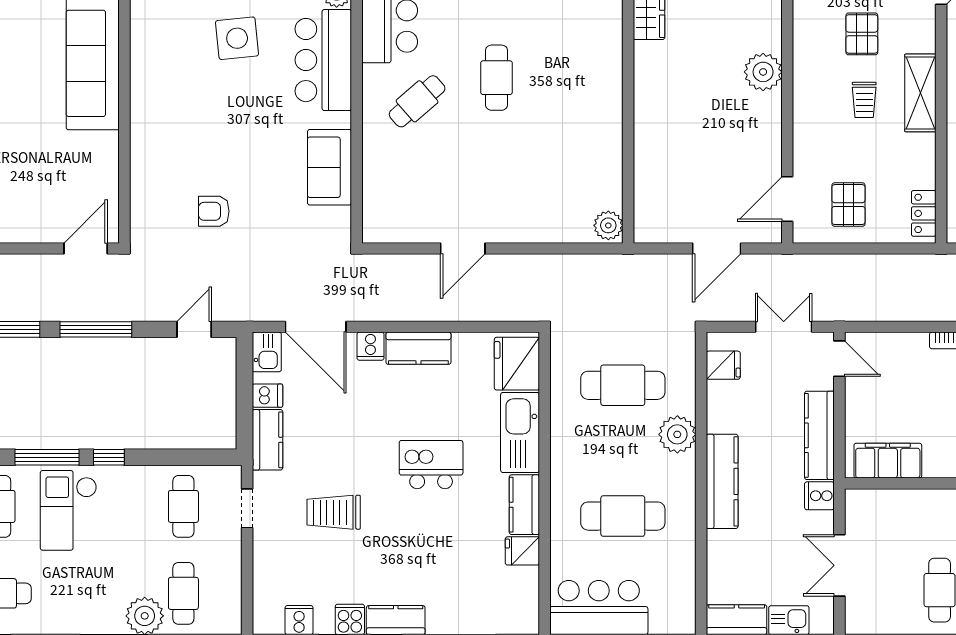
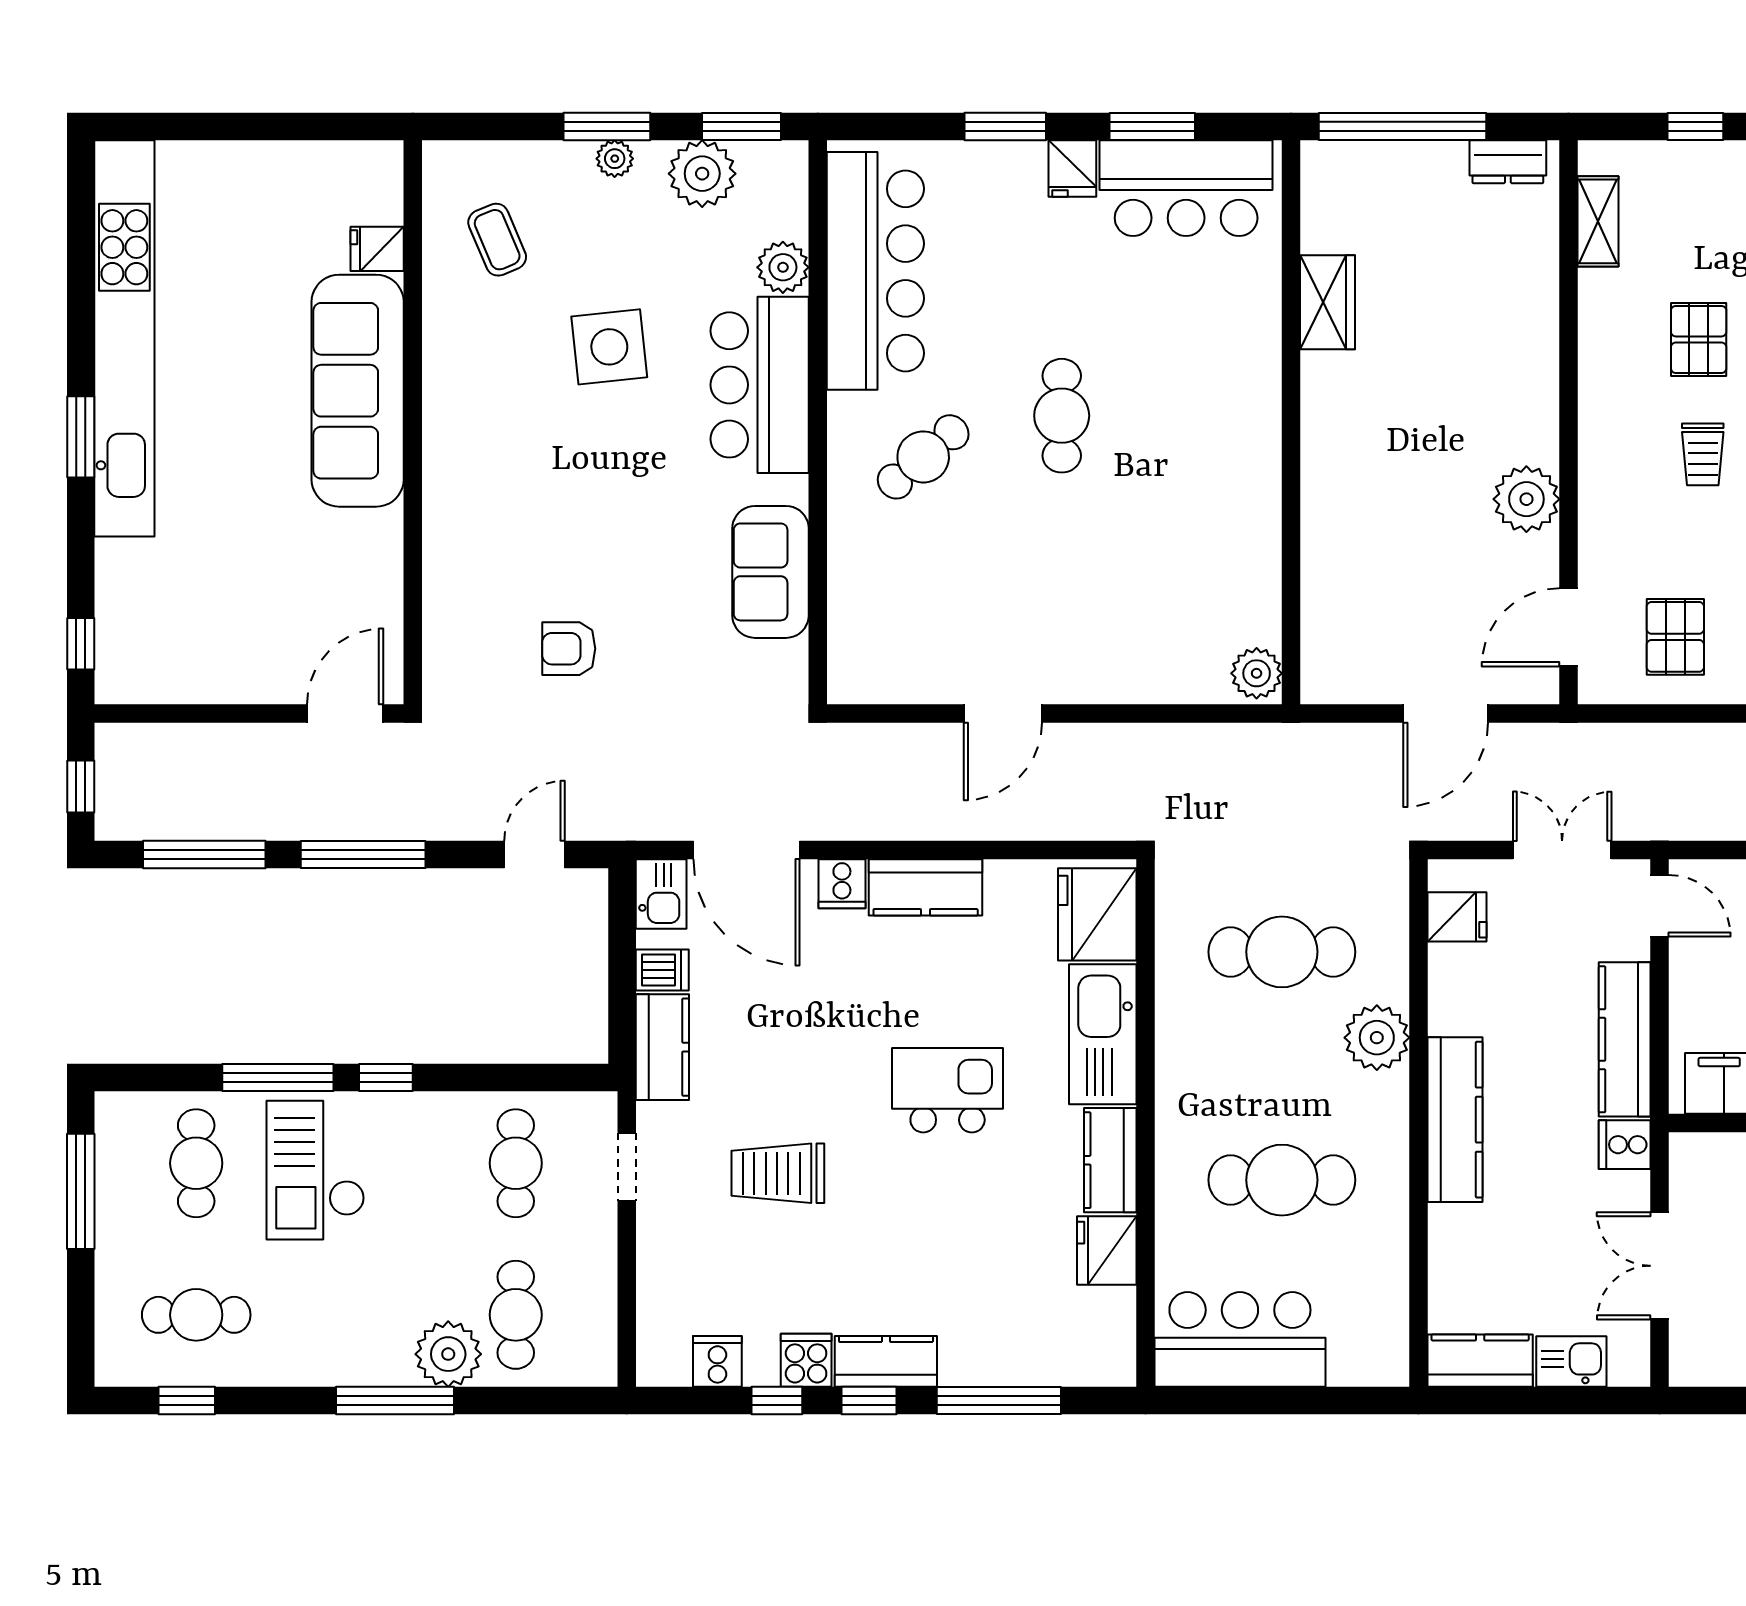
plant: (763, 72) -> (1526, 499), moved
fridge: (522, 551) -> (1107, 1250), width x1.38

